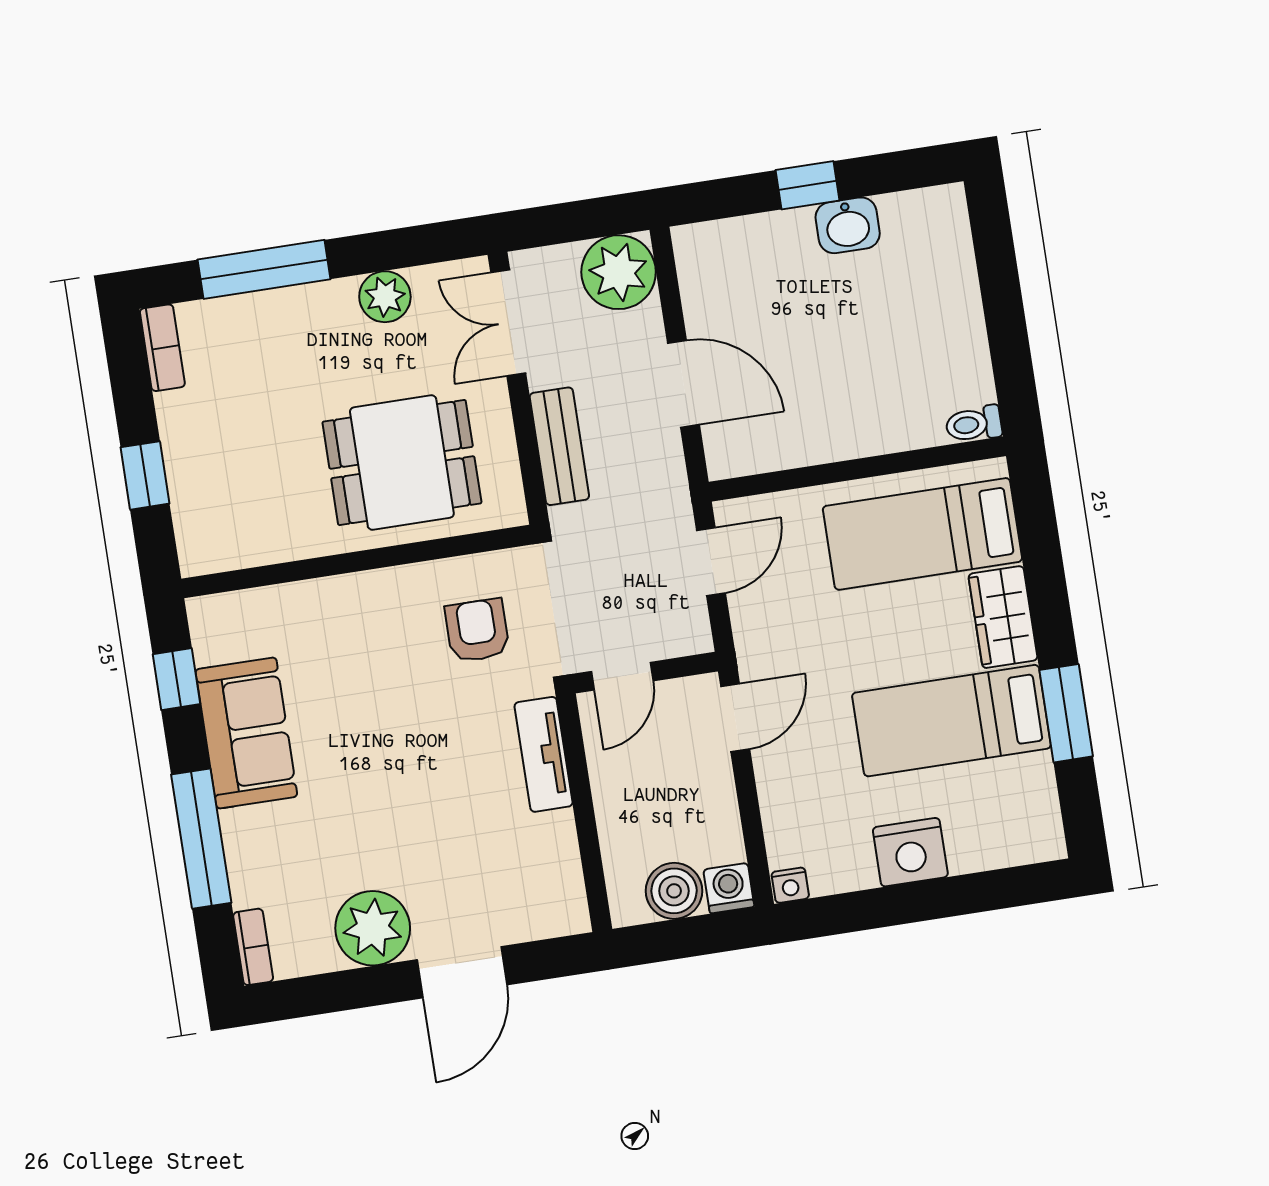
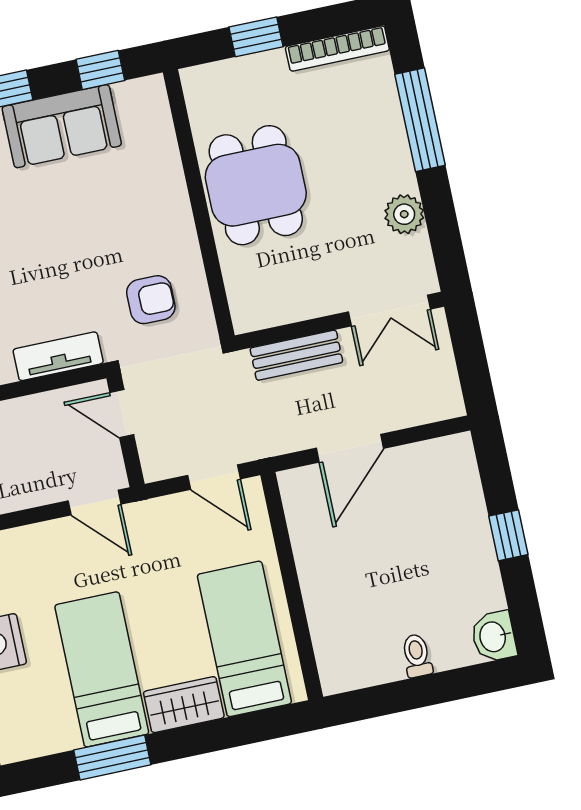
washbasin: (848, 225) -> (494, 637), moved
plant: (619, 272) -> (433, 393), removed
double door: (508, 323) -> (389, 310), swing flipped
bookcase: (162, 348) -> (337, 49), width x1.56
toilet: (974, 424) -> (417, 656), moved
dining table: (402, 463) -> (256, 185), moved

